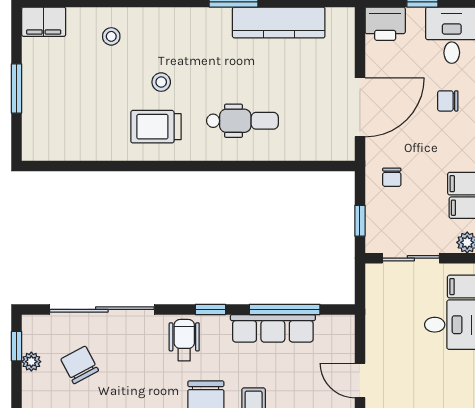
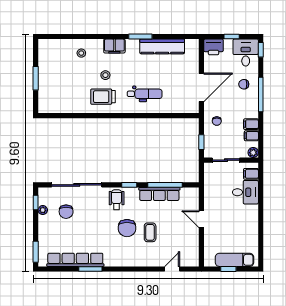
filing cabinet: (44, 22) -> (114, 46), moved
chair: (80, 365) -> (66, 212), turned -152

